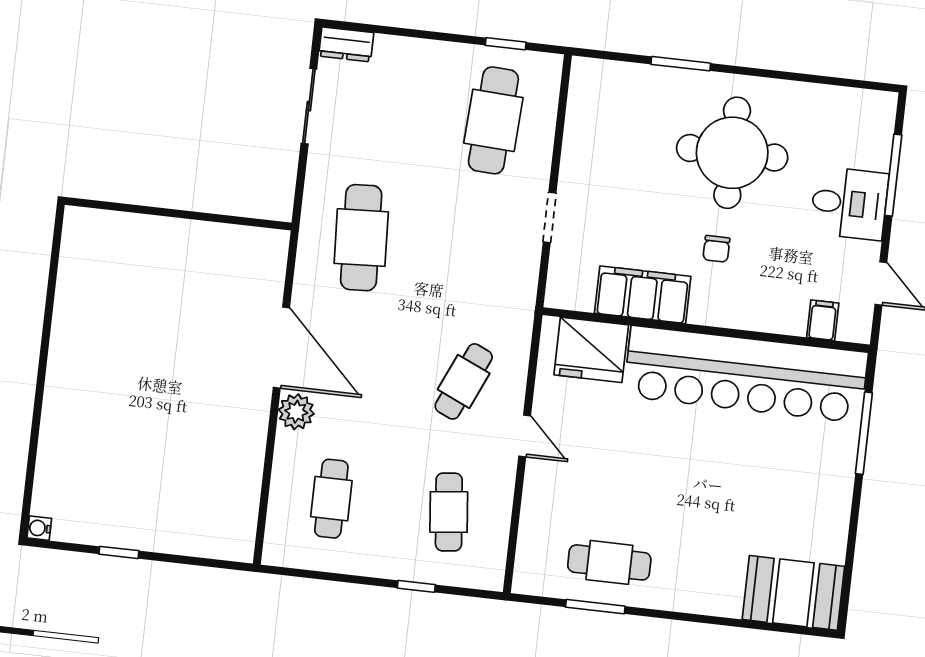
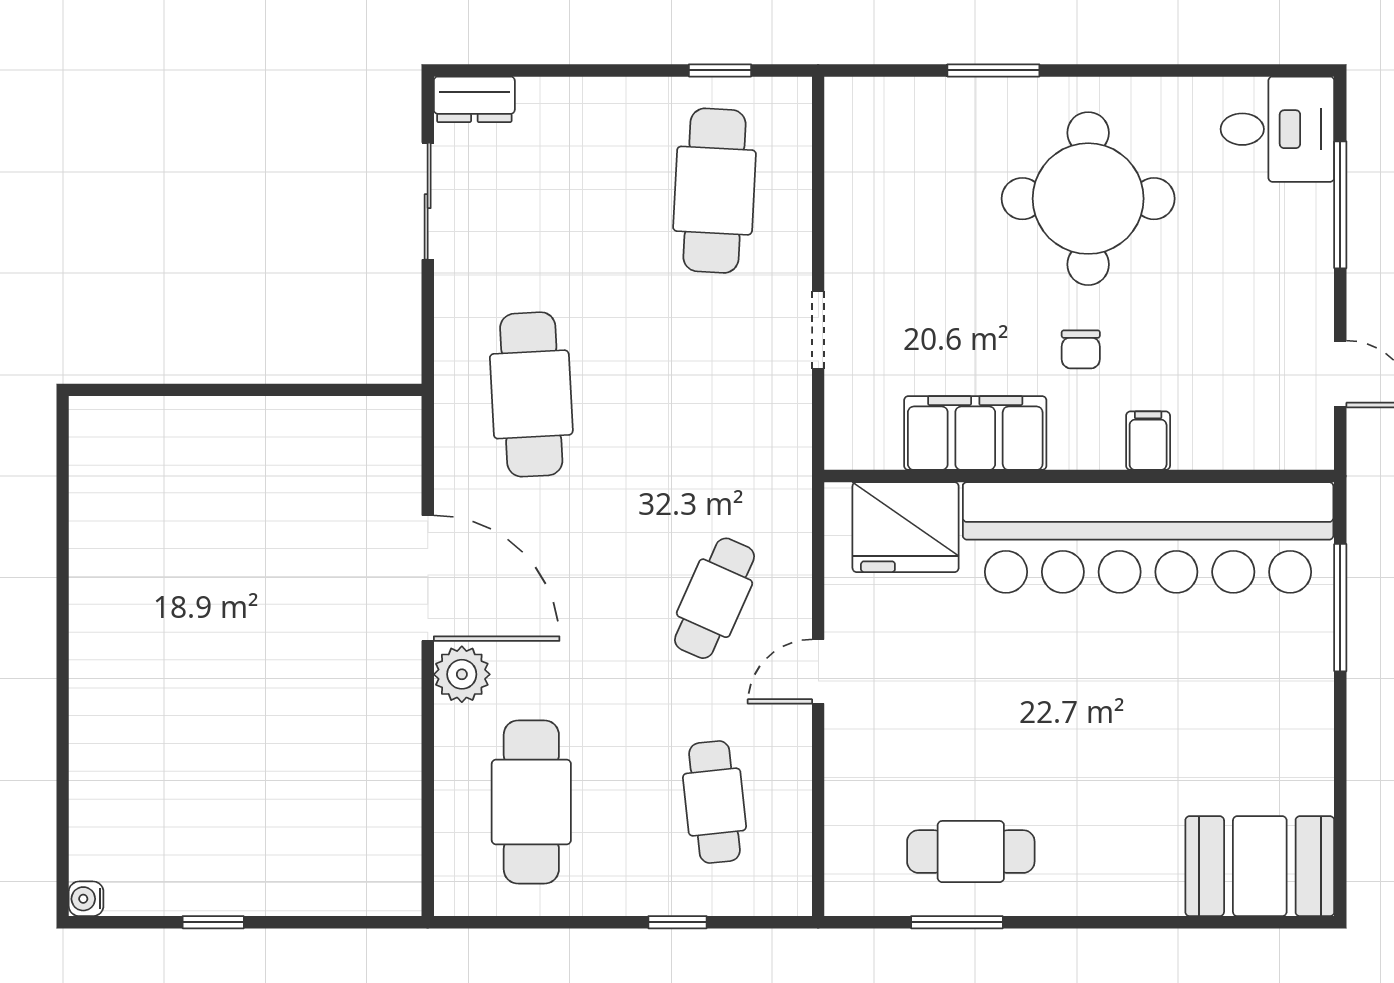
desk: (849, 203) -> (1277, 129), moved
filing cabinet: (823, 320) -> (1148, 441), moved
door: (525, 436) -> (818, 672), swing flipped
cafe table: (331, 499) -> (531, 802), width x1.37, depth x1.35

